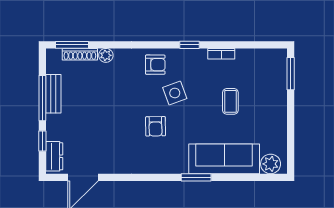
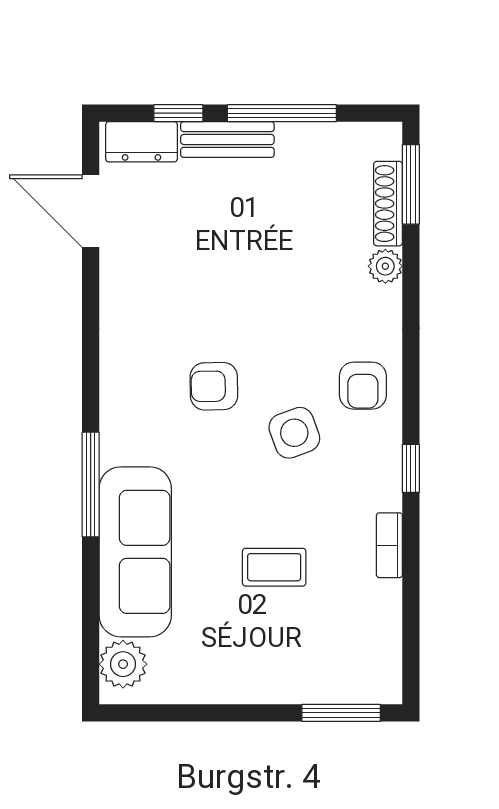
bench: (53, 94) -> (227, 139), moved
window: (196, 177) -> (91, 484), width x1.44

